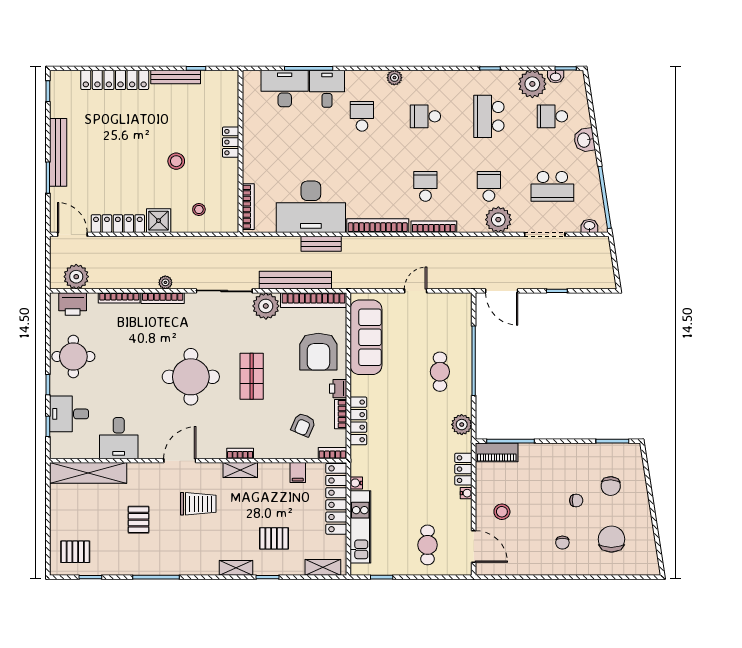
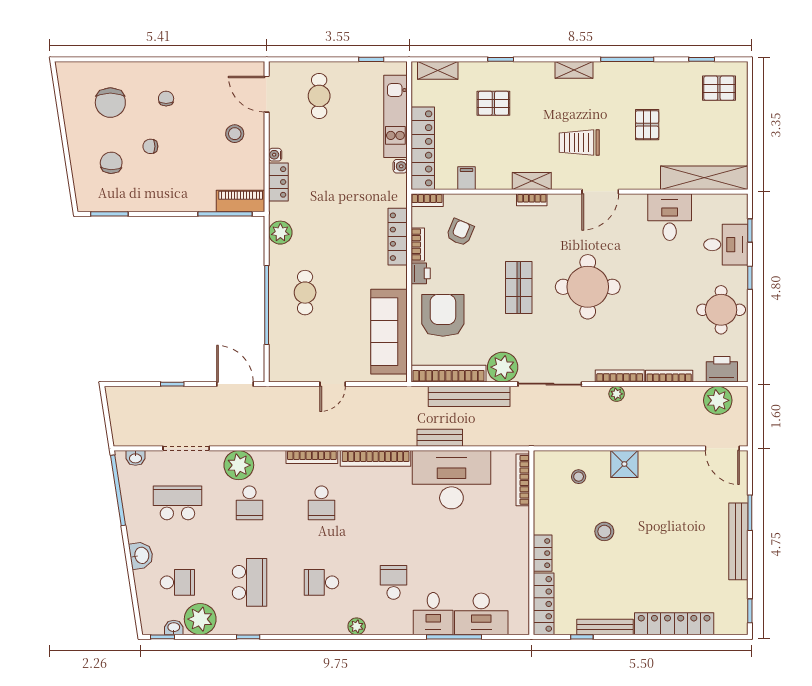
school desk: (362, 116) -> (394, 582), turned 180
school desk: (425, 116) -> (321, 582), turned 180
locker: (118, 224) -> (544, 604), moved, turned -90
shelving: (236, 568) -> (574, 70), moved

